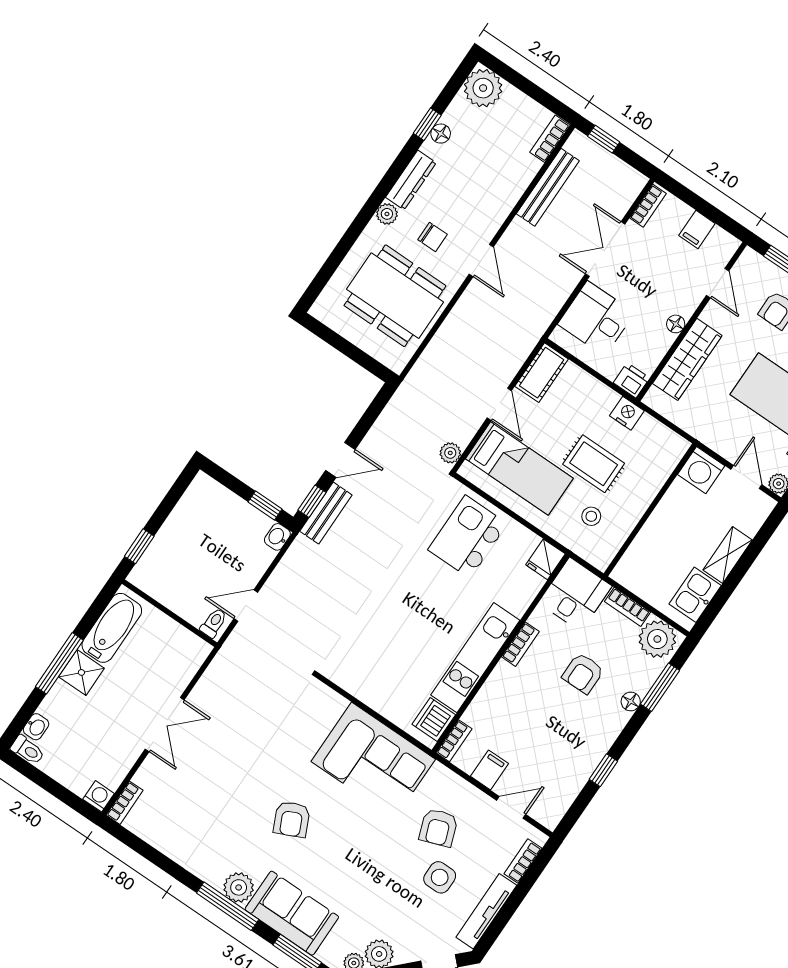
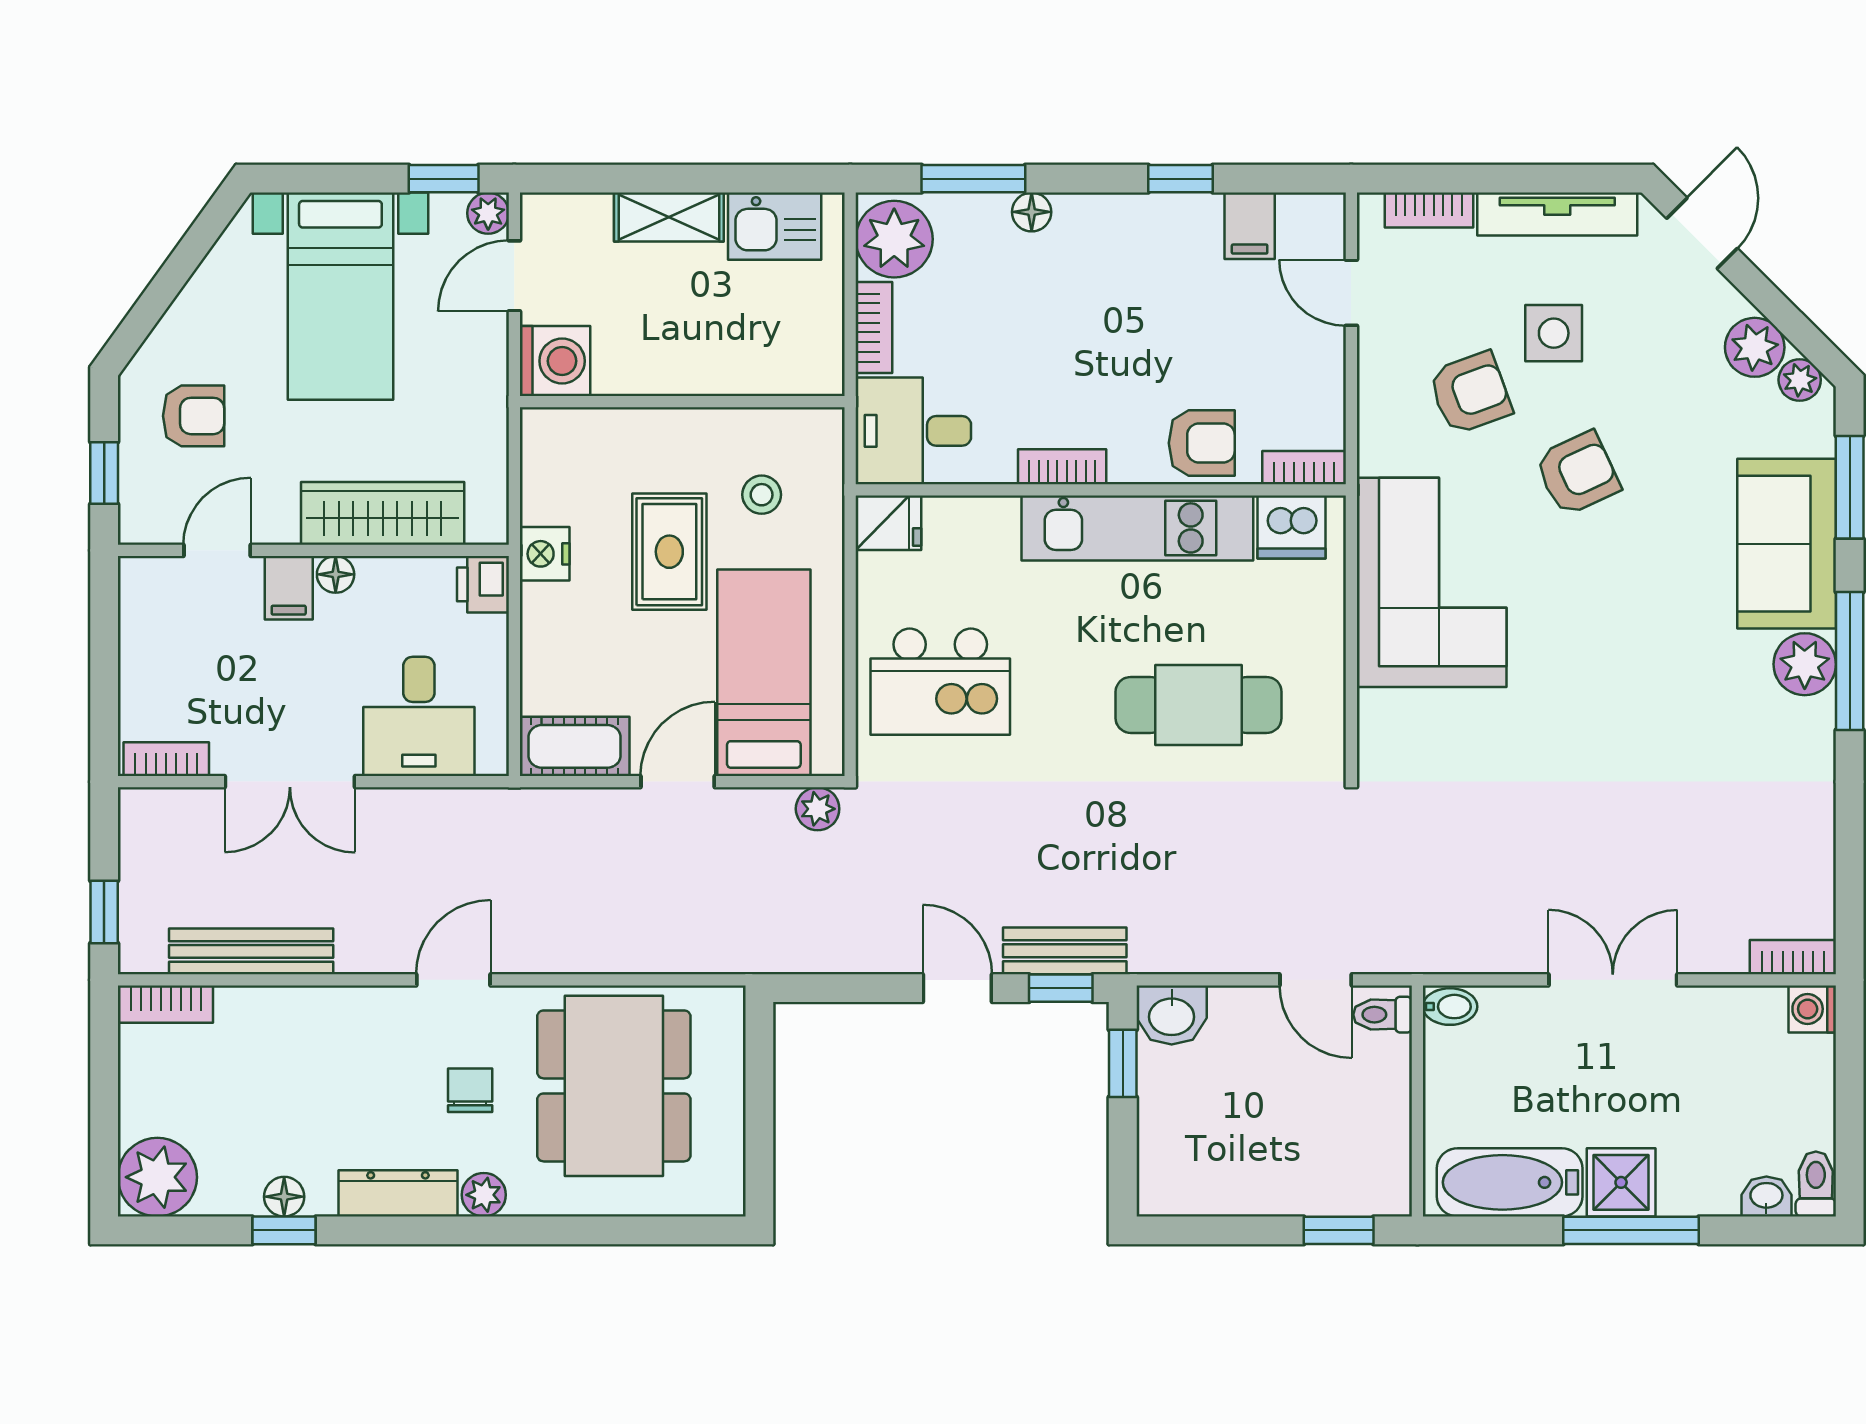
filing cabinet: (697, 230) -> (289, 588), moved, turned 90
washbasin: (277, 537) -> (1172, 1015), width x1.38, depth x1.45
cafe table: (388, 634) -> (1199, 705), added
bidet: (198, 652) -> (1450, 1007), added
armchair: (583, 673) -> (1202, 443), moved
filing cabinet: (489, 770) -> (1250, 226), moved, turned -90
armchair: (292, 819) -> (1578, 473), moved

